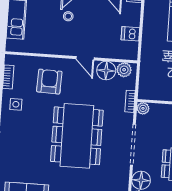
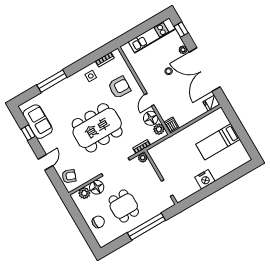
dishwasher: (130, 34) -> (171, 125), moved

